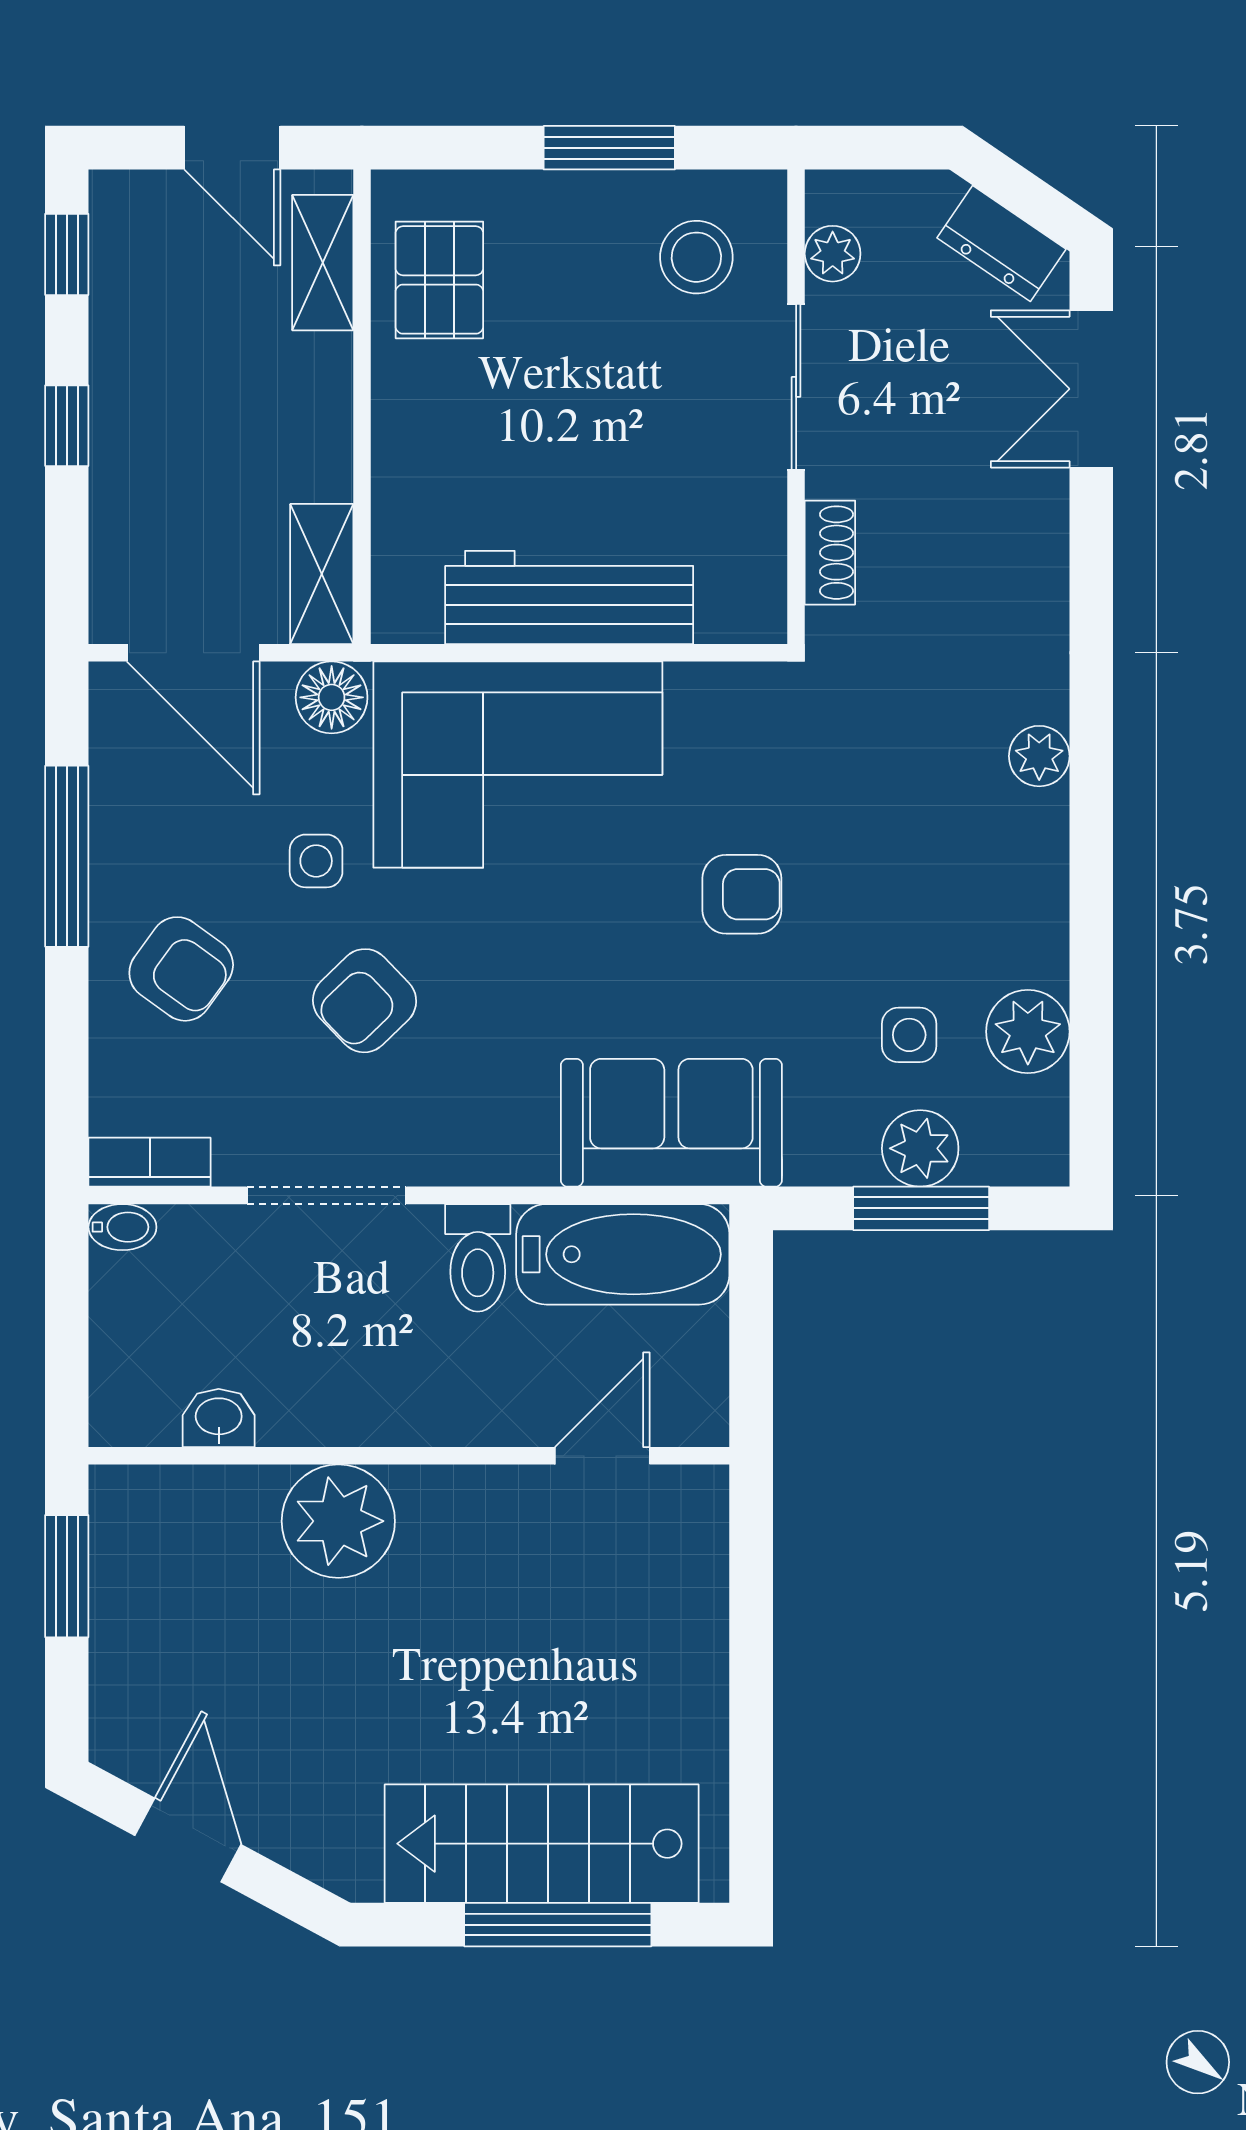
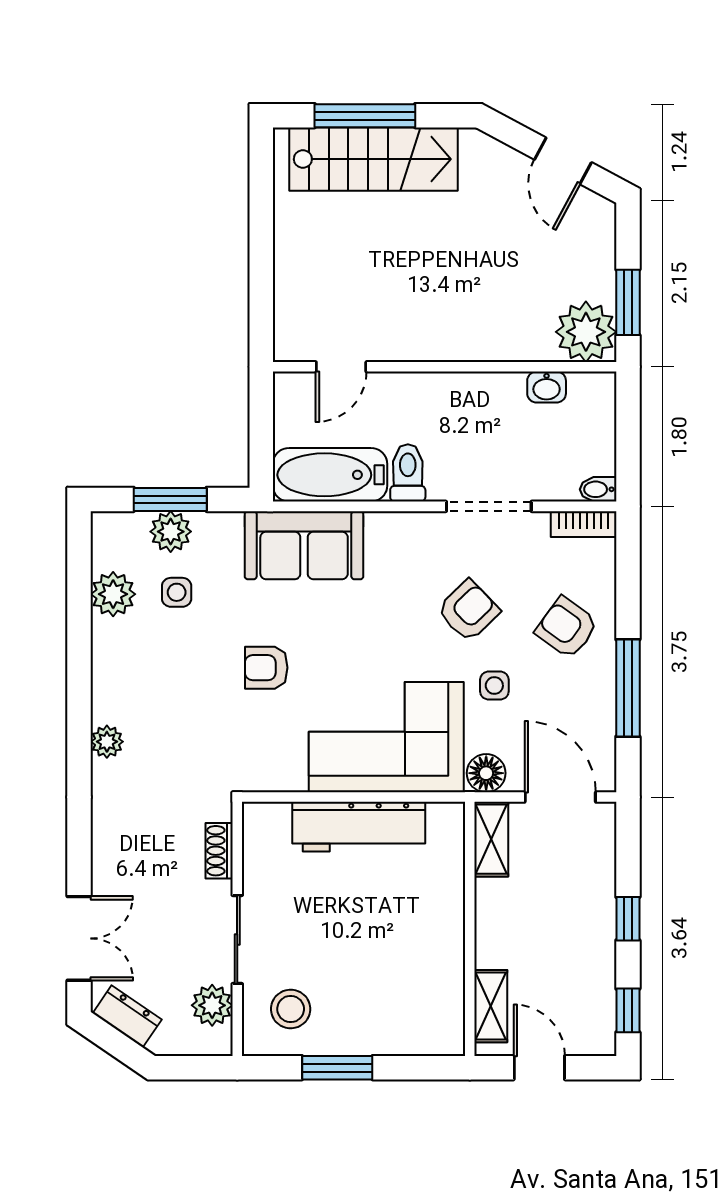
plant: (833, 254) -> (212, 1005), width x1.38, depth x1.38
pallet: (439, 280) -> (428, 997), removed
plant: (338, 1521) -> (586, 332), moved

